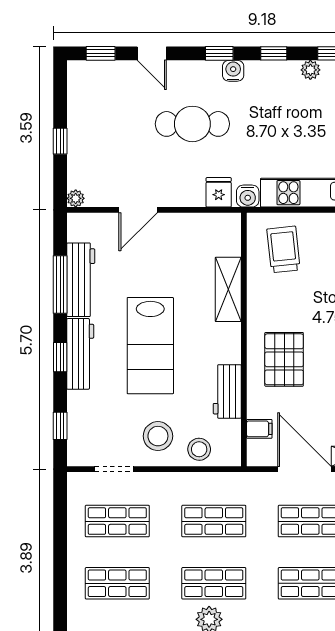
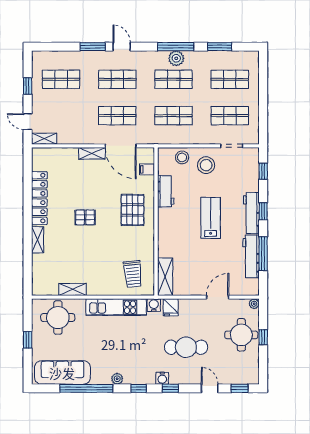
round table: (98, 145) -> (241, 335), added
shelving: (228, 289) -> (165, 277), moved
lab bench: (150, 346) -> (211, 218), width x0.73, depth x0.72

